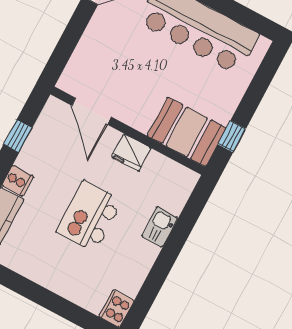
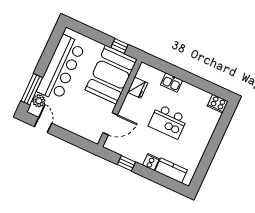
booth: (187, 132) -> (111, 75), width x1.36, depth x1.42
fridge: (131, 153) -> (138, 88), moved

